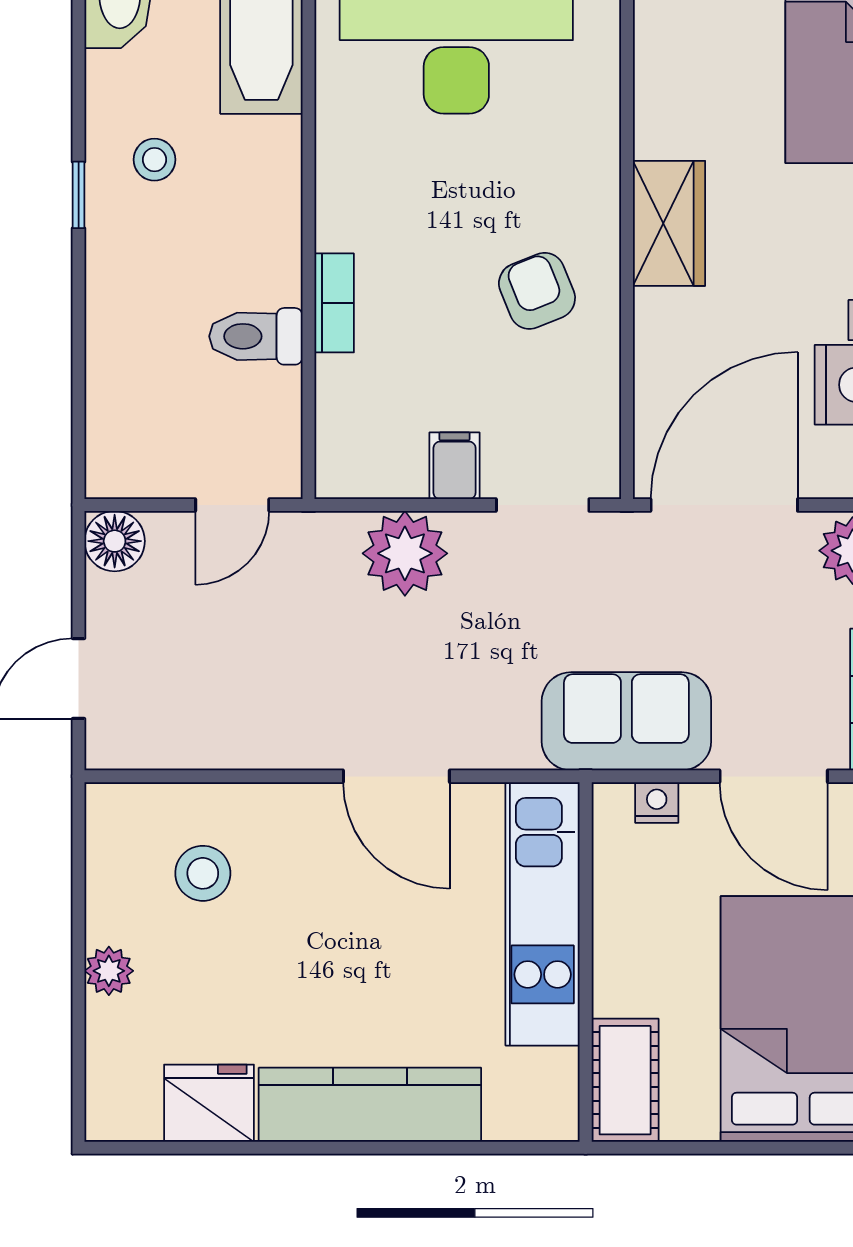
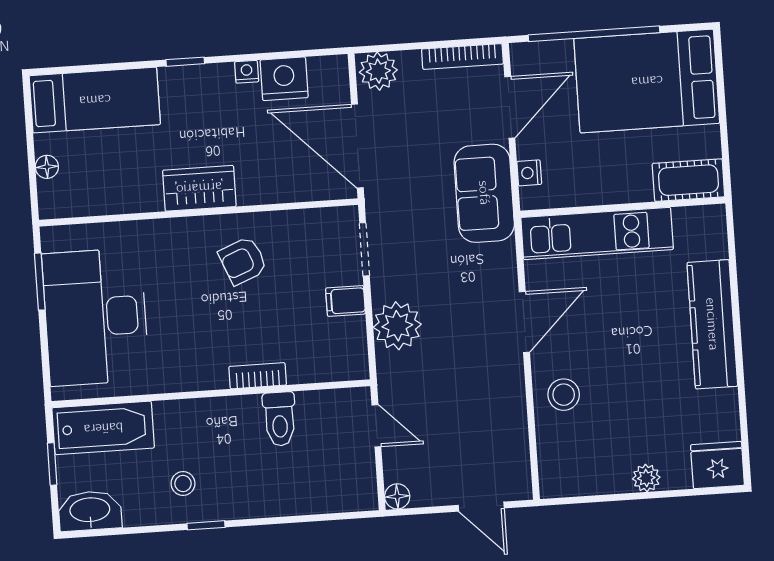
floor lamp: (115, 541) -> (397, 496), width x0.73, depth x0.73
stool: (203, 873) -> (564, 395), moved
fridge: (209, 1103) -> (717, 465), moved, turned 90

